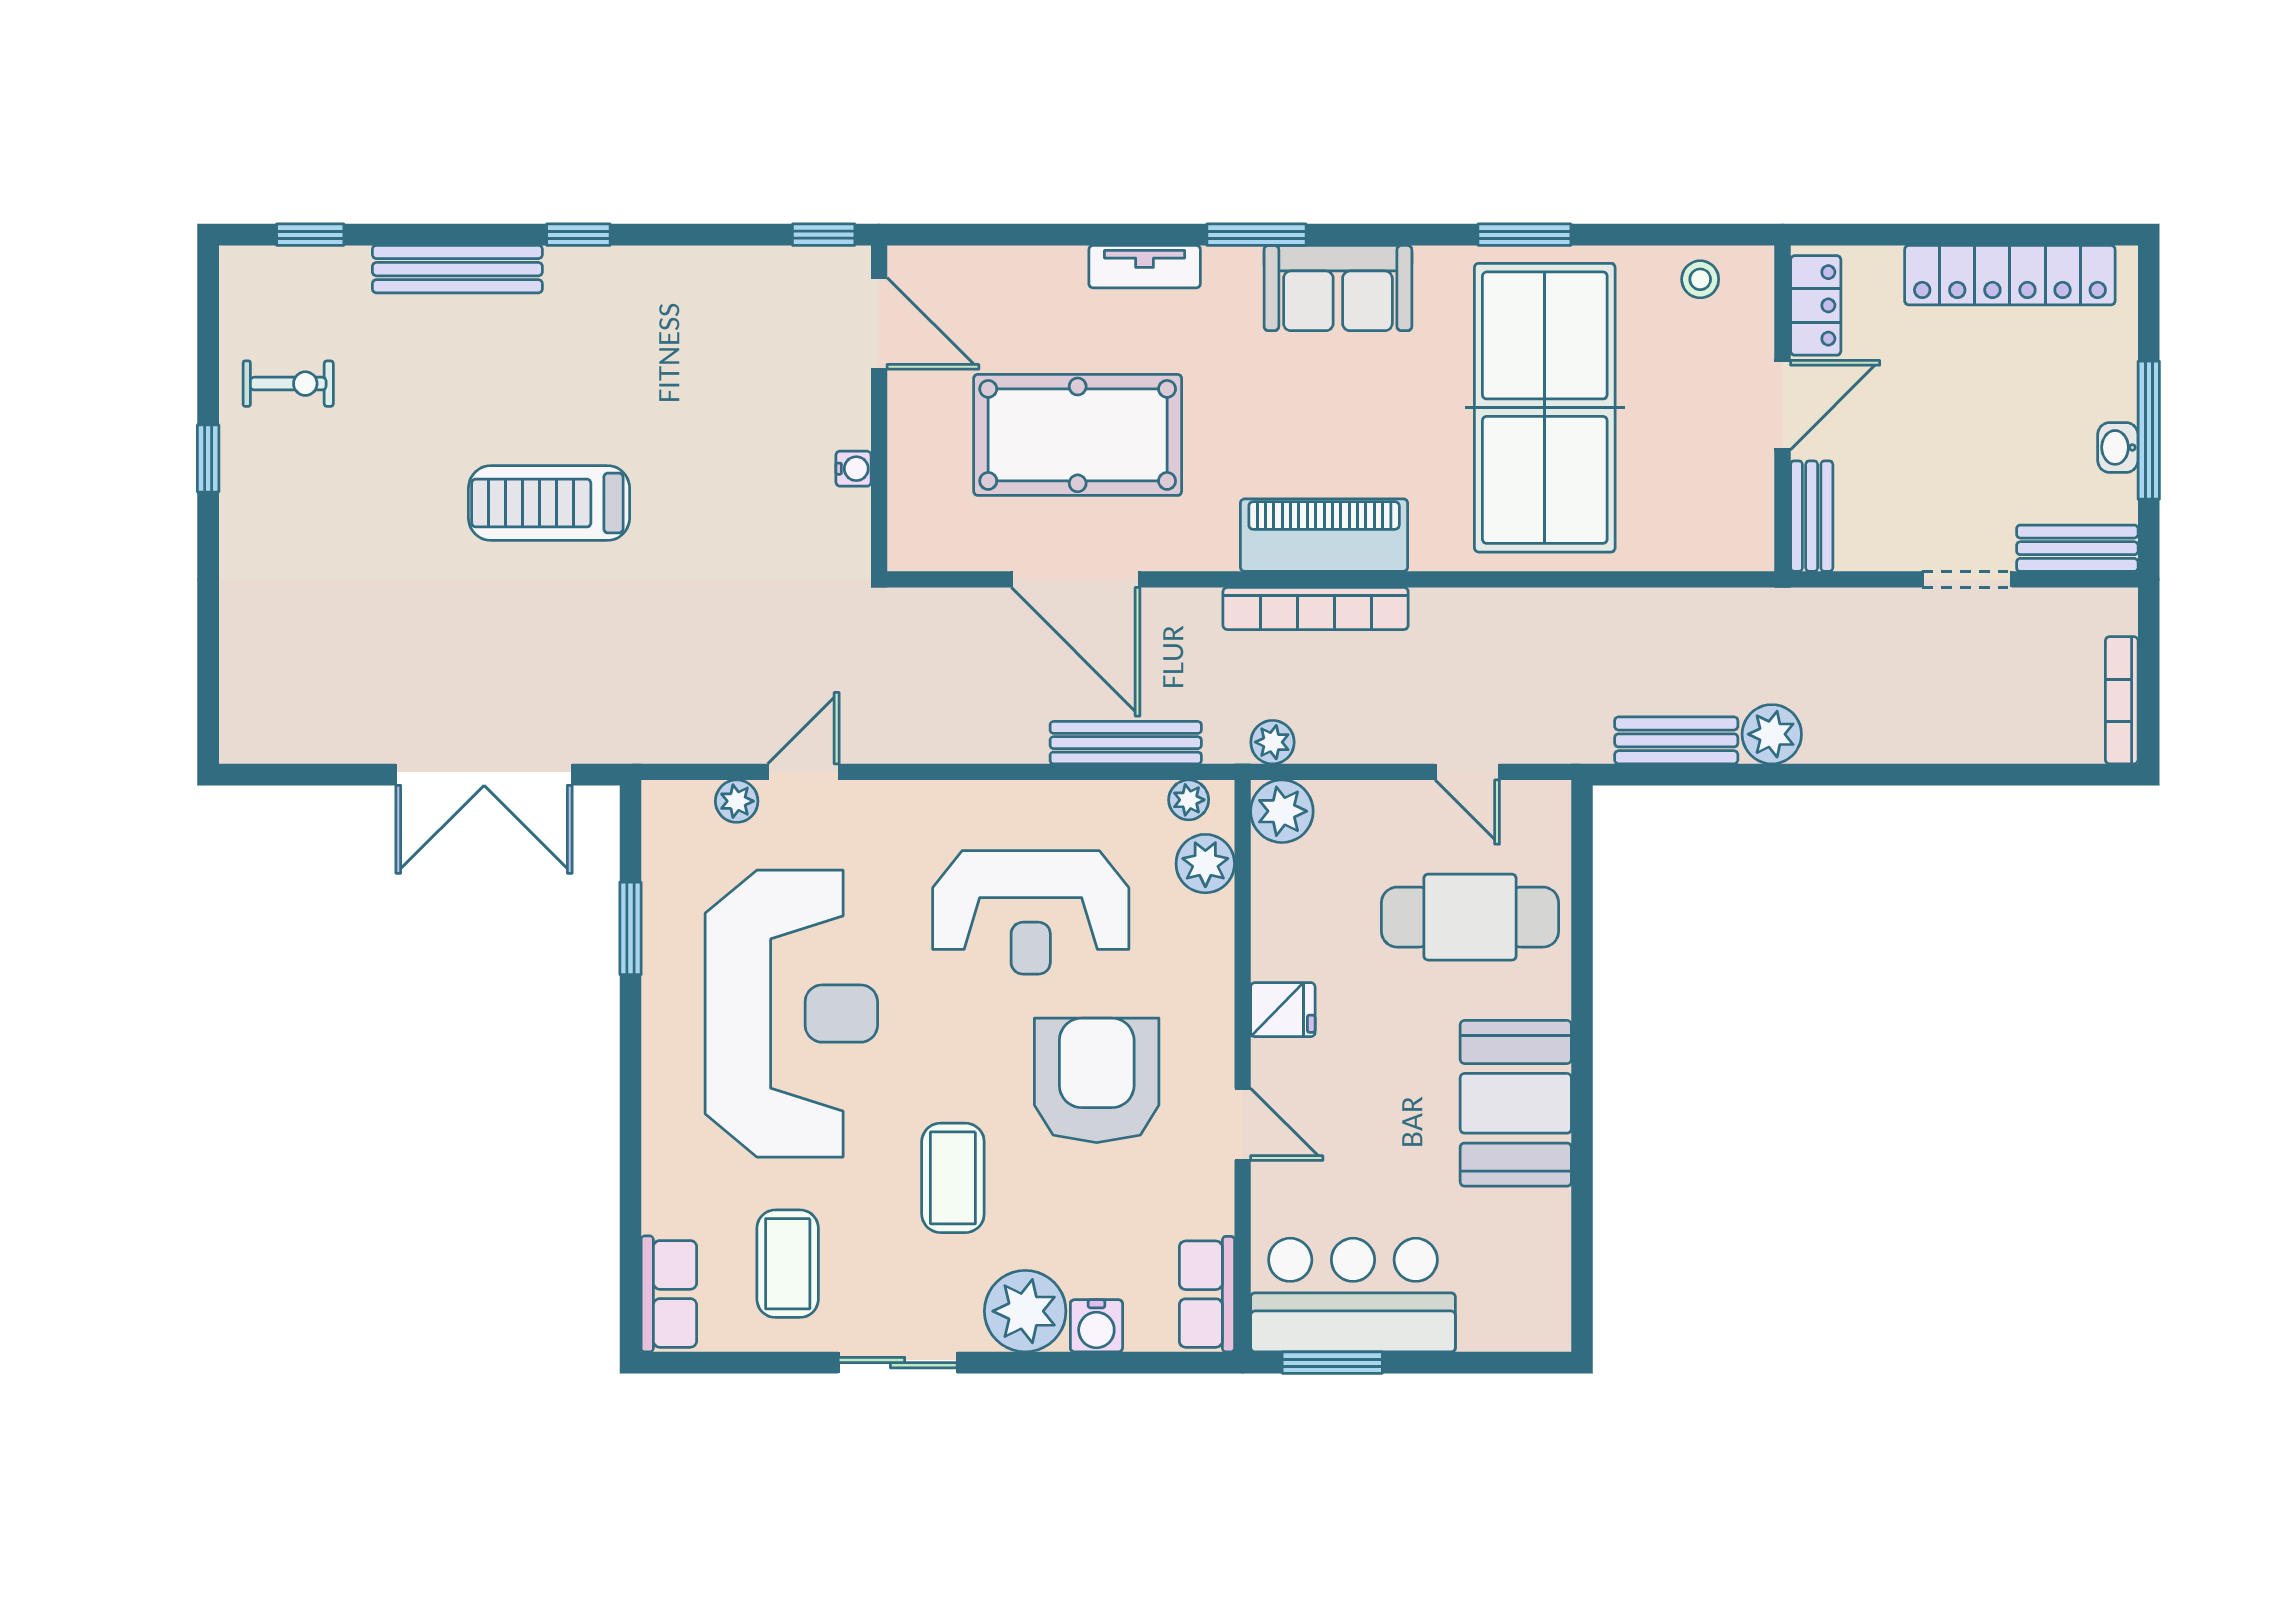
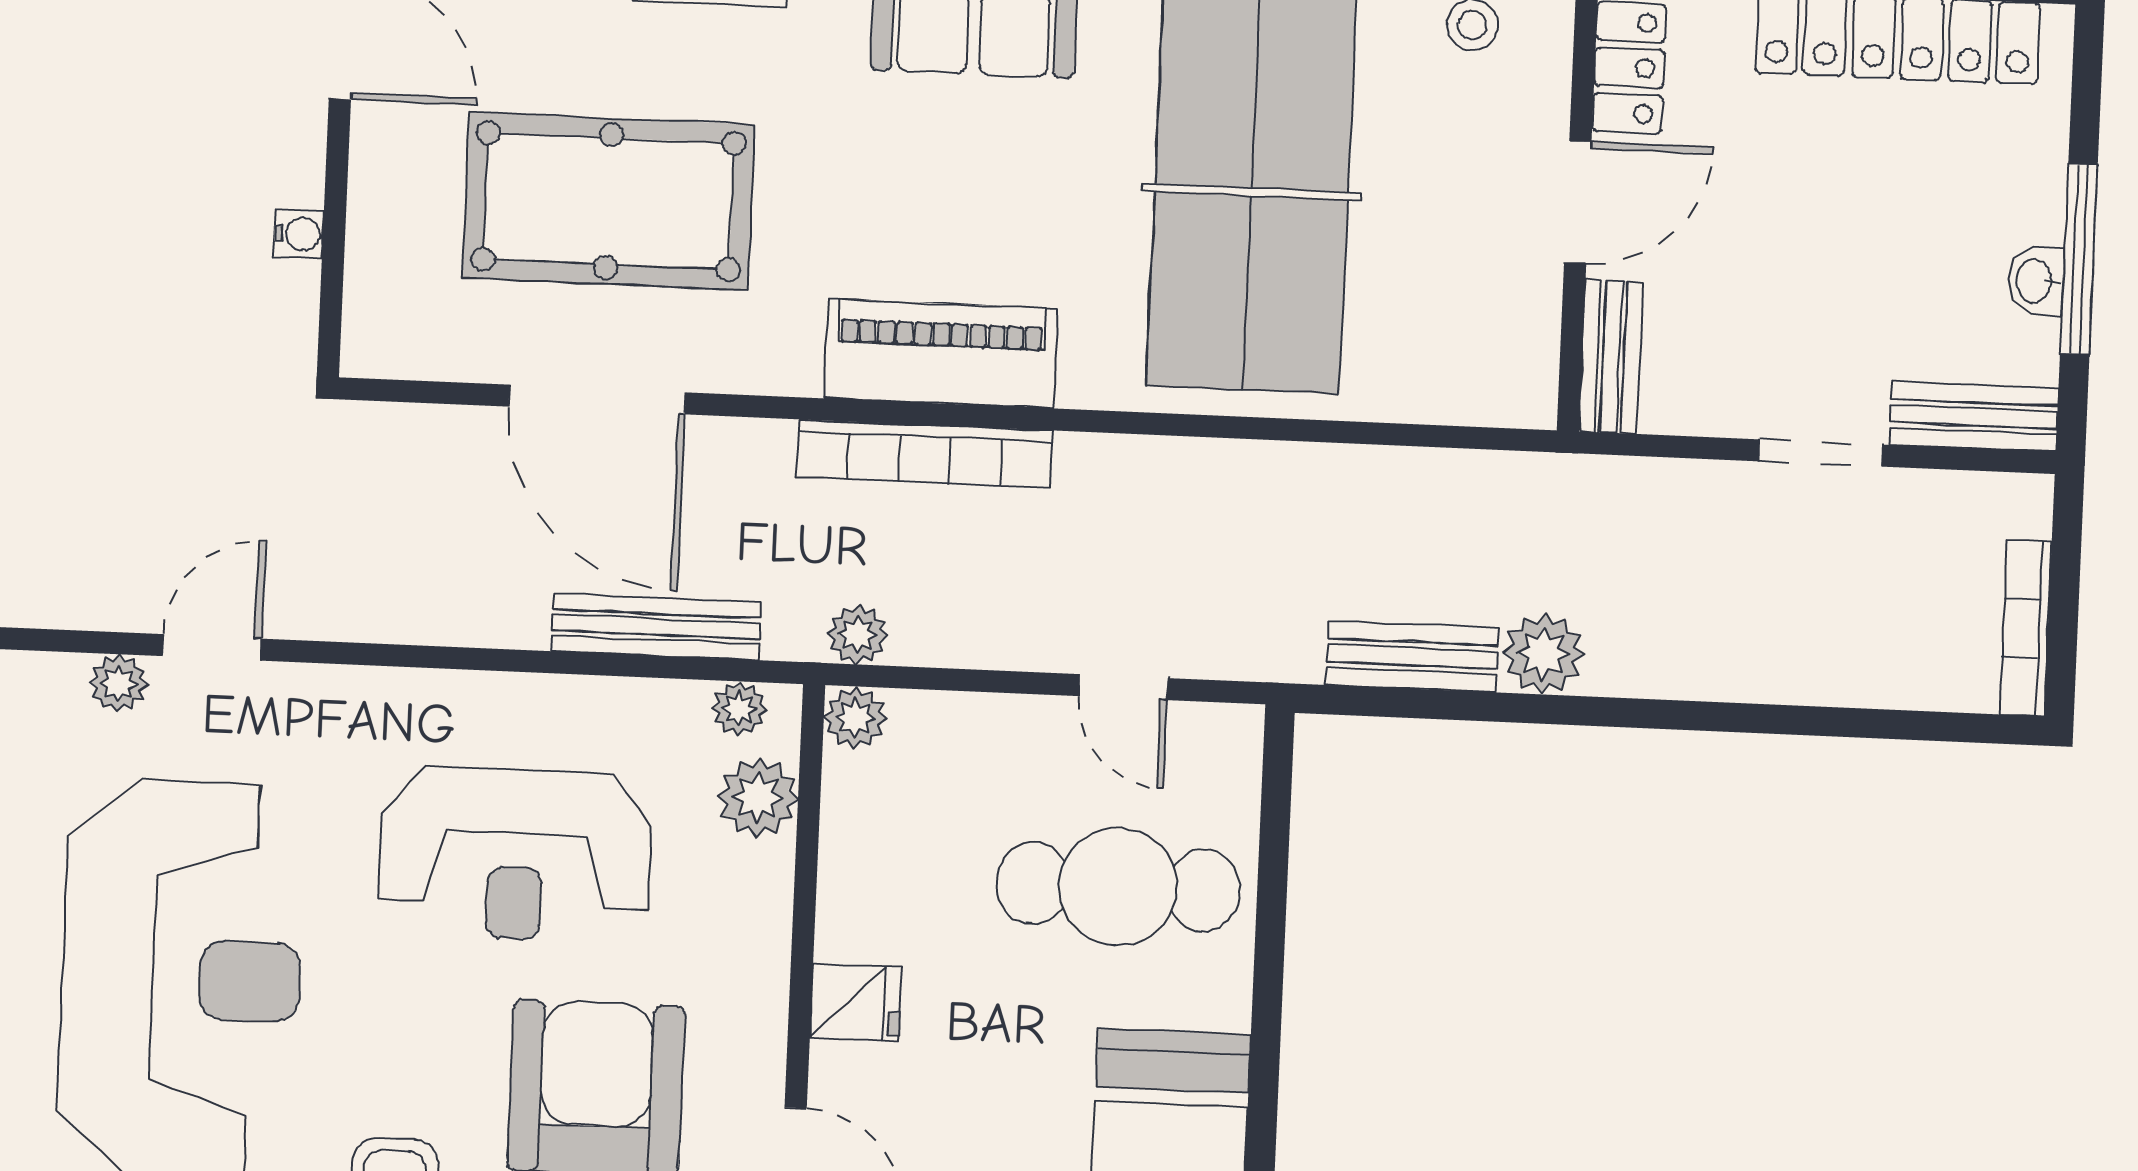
plant: (1282, 811) -> (855, 718), width x0.73, depth x0.73

